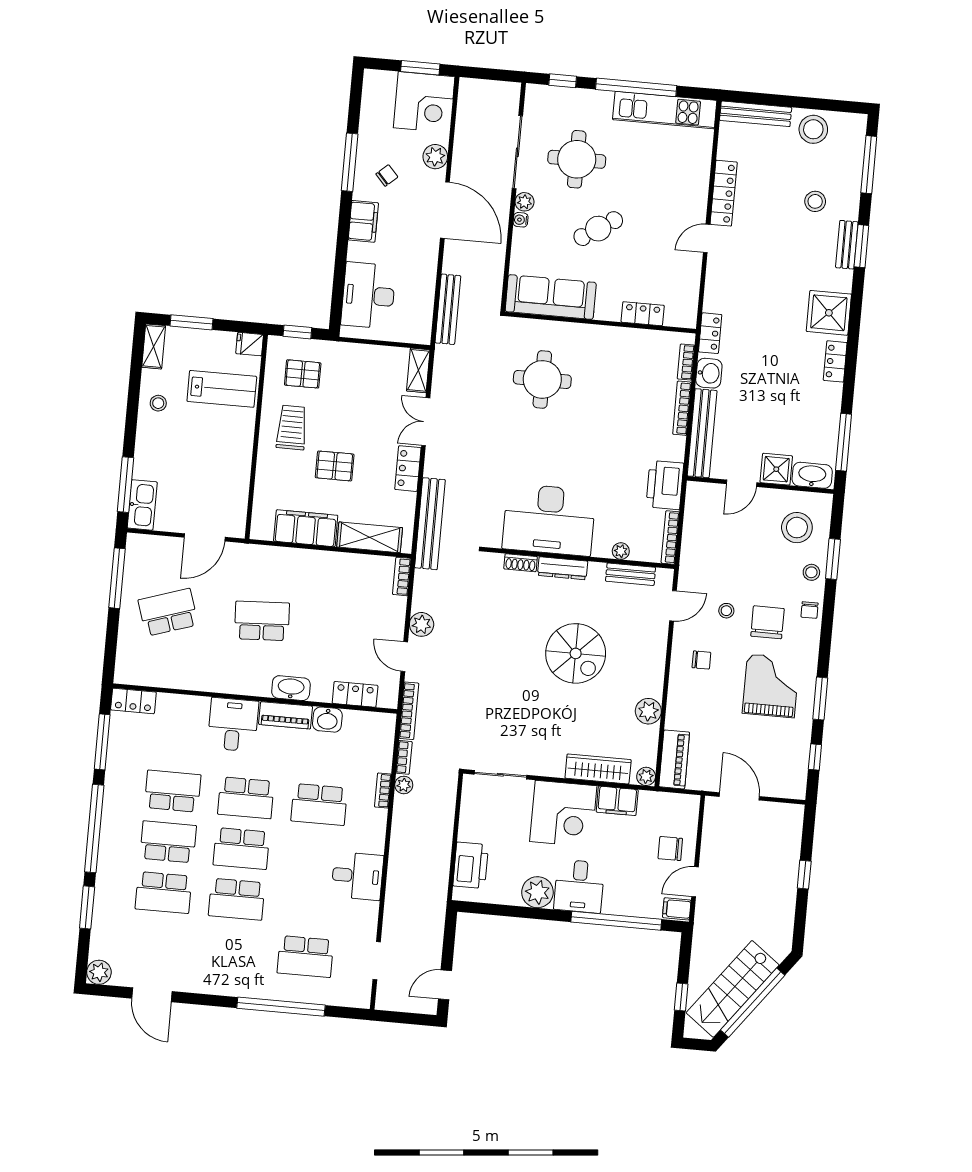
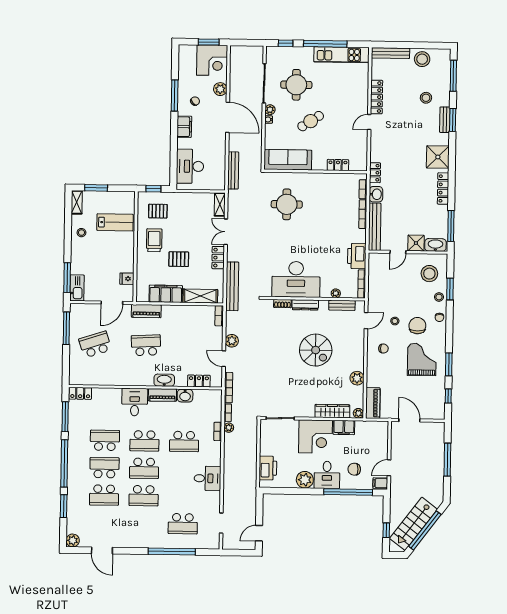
fridge: (250, 344) -> (127, 279), moved
locker: (835, 361) -> (443, 189), width x1.53
piano: (267, 558) -> (146, 311), added
chair: (670, 849) -> (354, 469), moved
window: (804, 875) -> (447, 460), width x2.17

